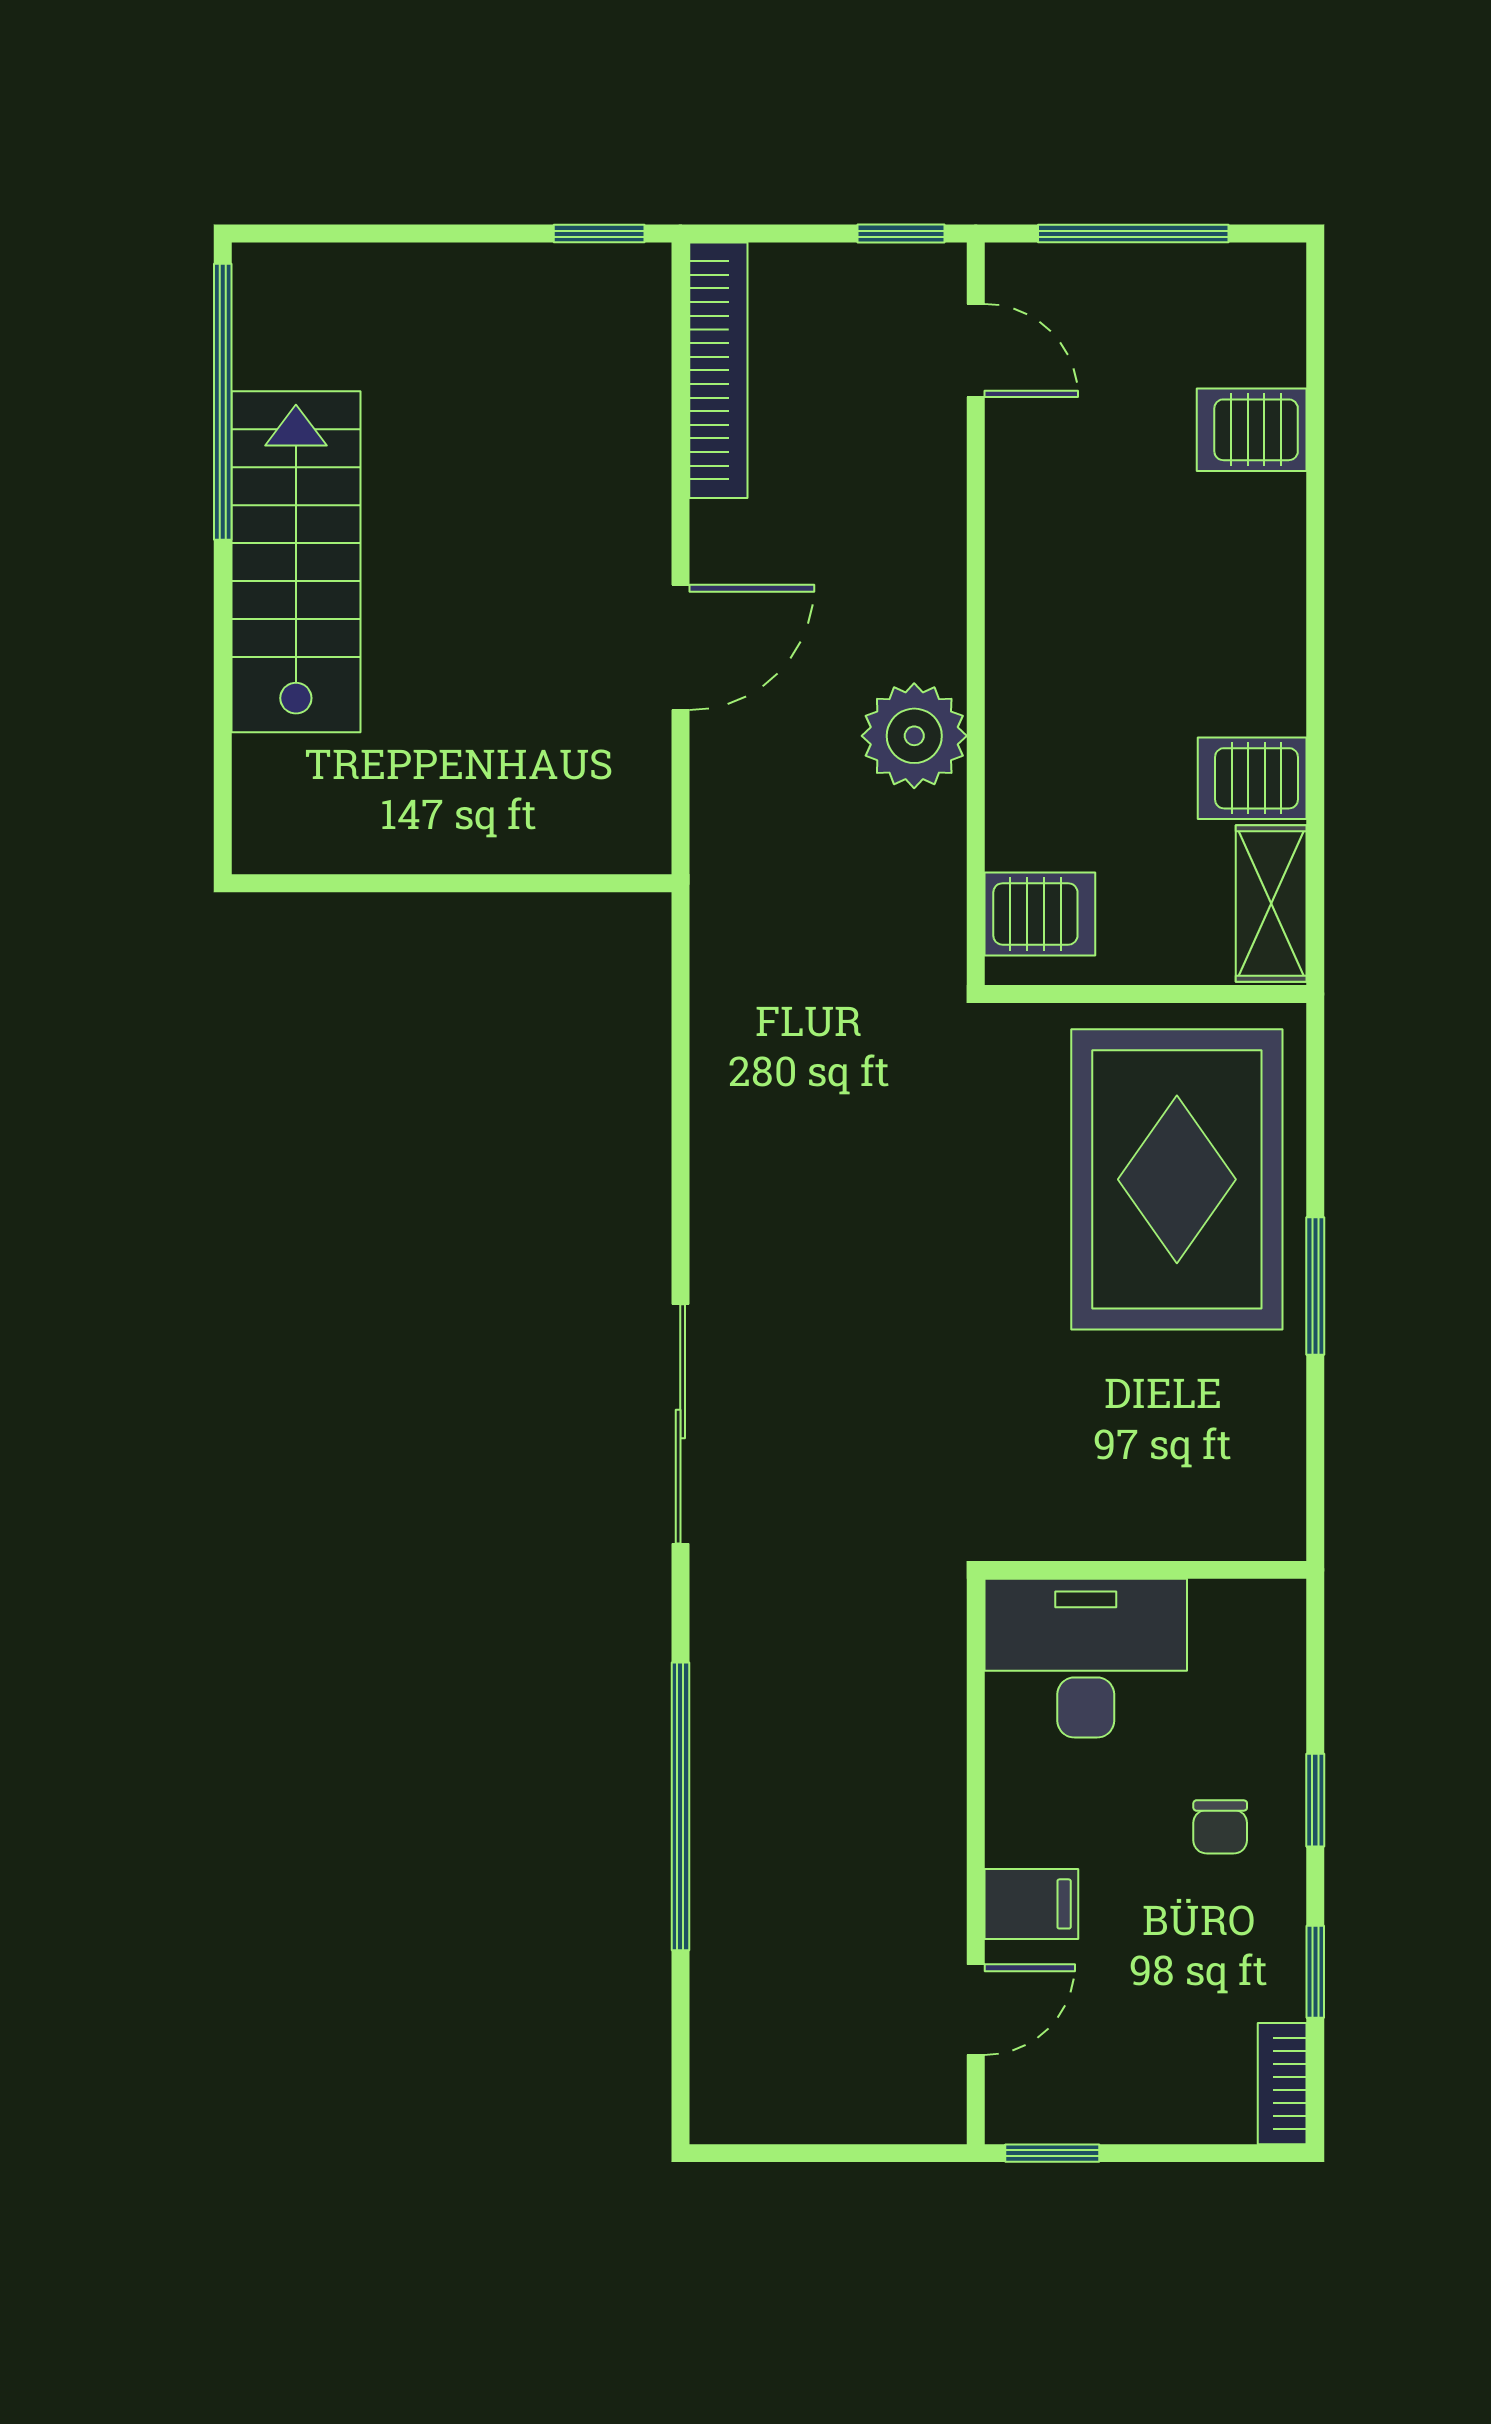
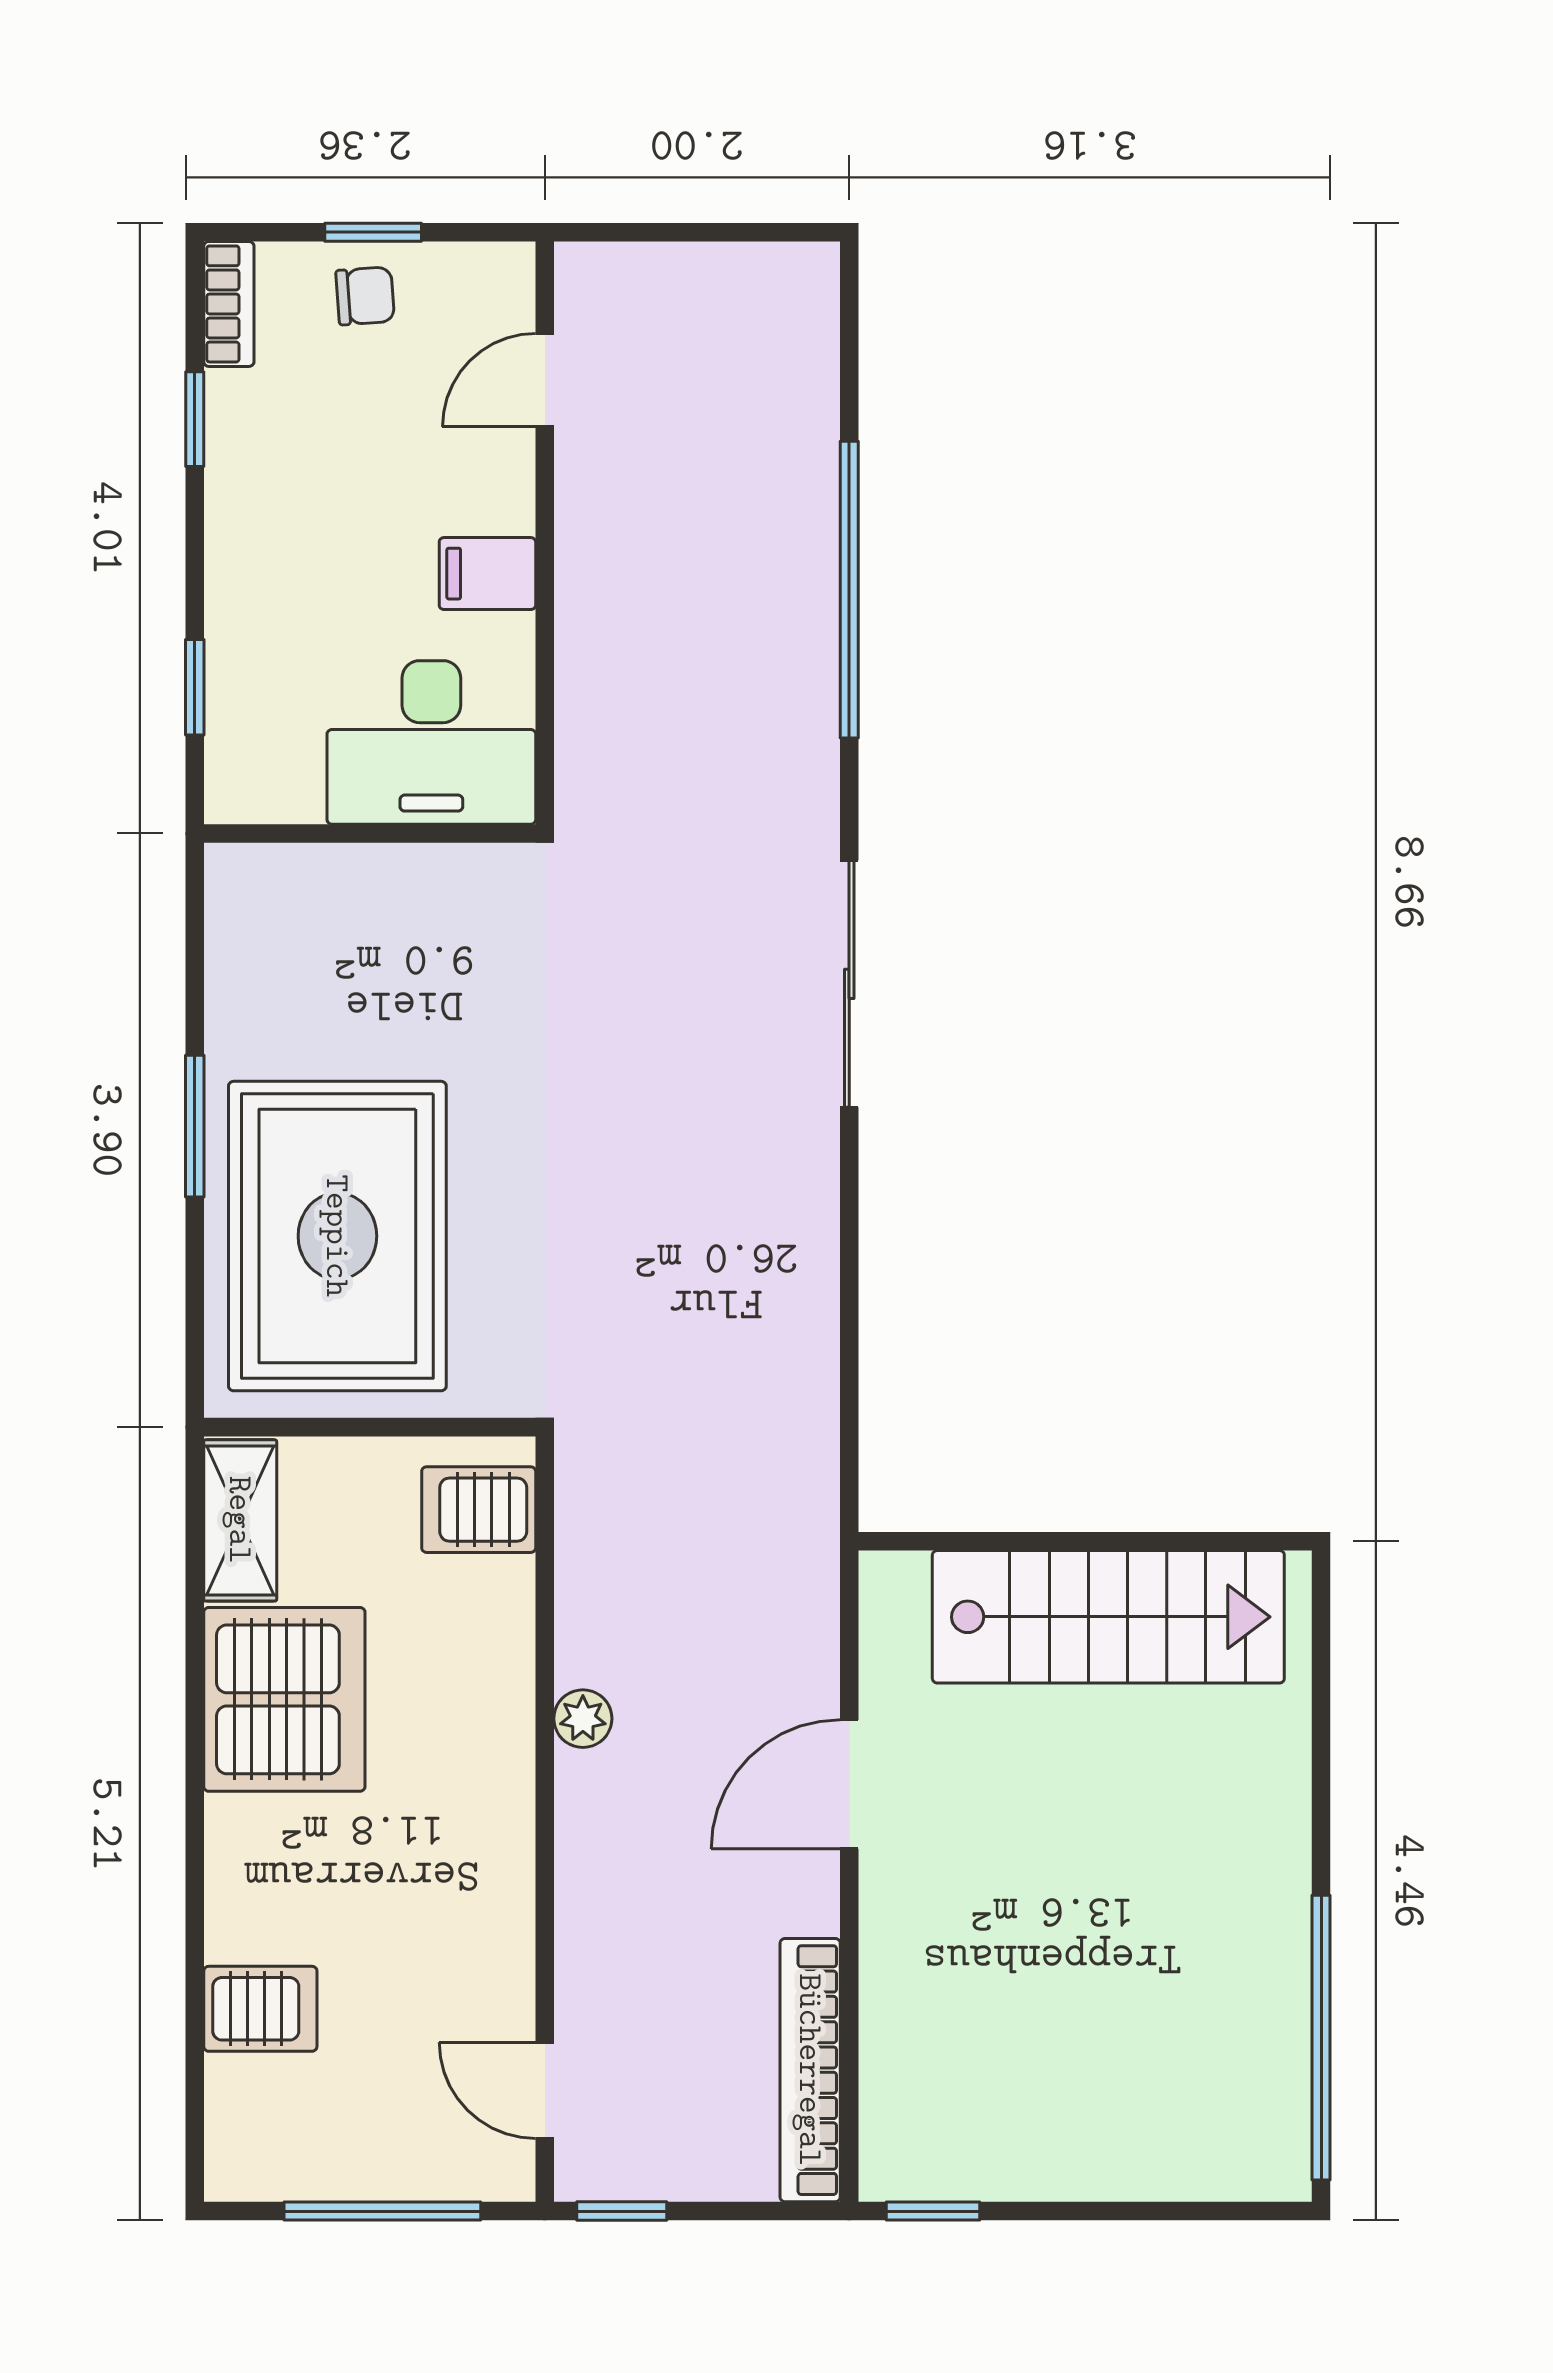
stairs: (296, 562) -> (1108, 1617), moved, turned -90
plant: (914, 736) -> (583, 1719), width x0.53, depth x0.53
server rack: (1252, 778) -> (284, 1699), width x2.18, depth x1.44
window: (1315, 1800) -> (195, 687), moved
chair: (1220, 1827) -> (365, 296), moved, turned 86
filing cabinet: (1031, 1904) -> (487, 574), moved
window: (1052, 2153) -> (373, 232), moved

